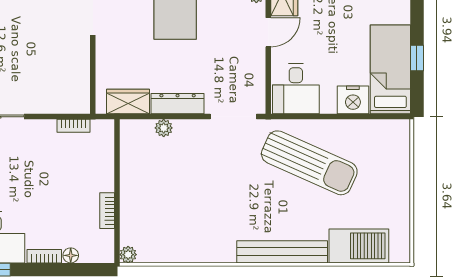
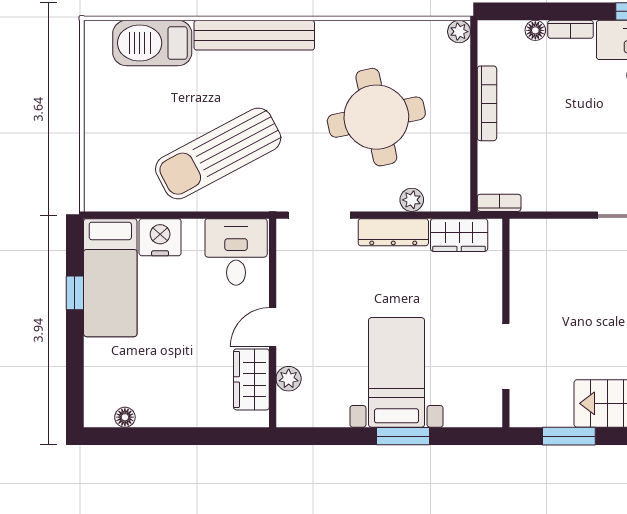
bookcase: (74, 126) -> (499, 203), moved
sun lounger: (309, 163) -> (218, 153), turned -52
round table: (190, 190) -> (376, 117), added
bookcase: (107, 211) -> (487, 103), width x1.56

